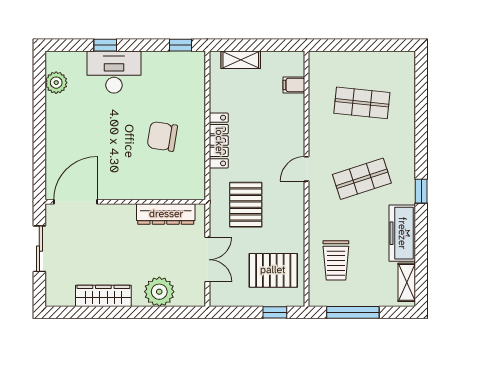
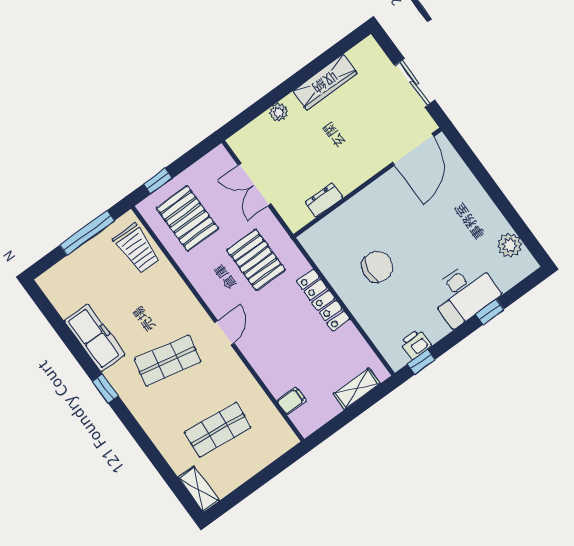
printer: (175, 61) -> (416, 344), added
shop shelf: (362, 179) -> (167, 361), turned 30
dresser: (166, 214) -> (324, 200), width x0.51, depth x0.80
trolley: (336, 260) -> (137, 248), moved, turned 180
pallet: (273, 270) -> (187, 218), turned 90
shelving: (407, 282) -> (199, 489), moved
plant: (159, 292) -> (279, 112), width x0.53, depth x0.53

